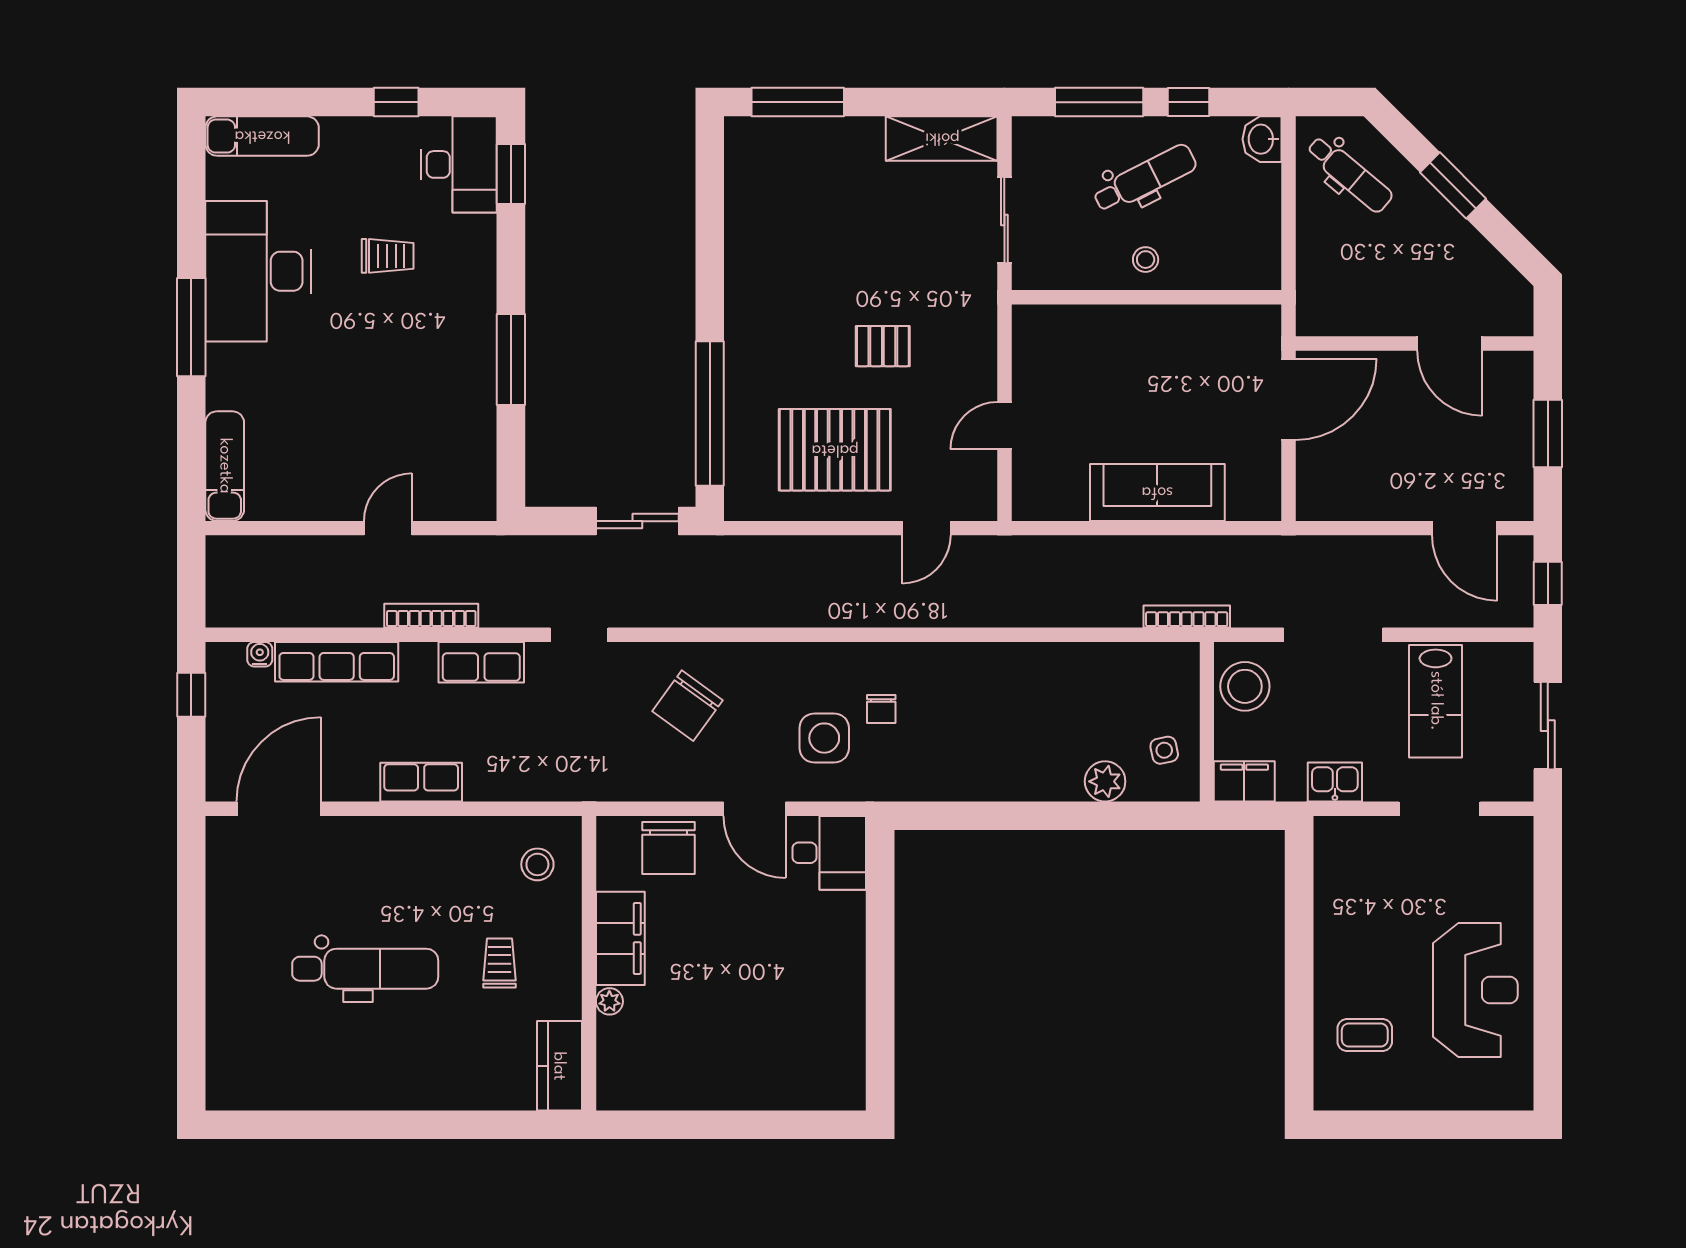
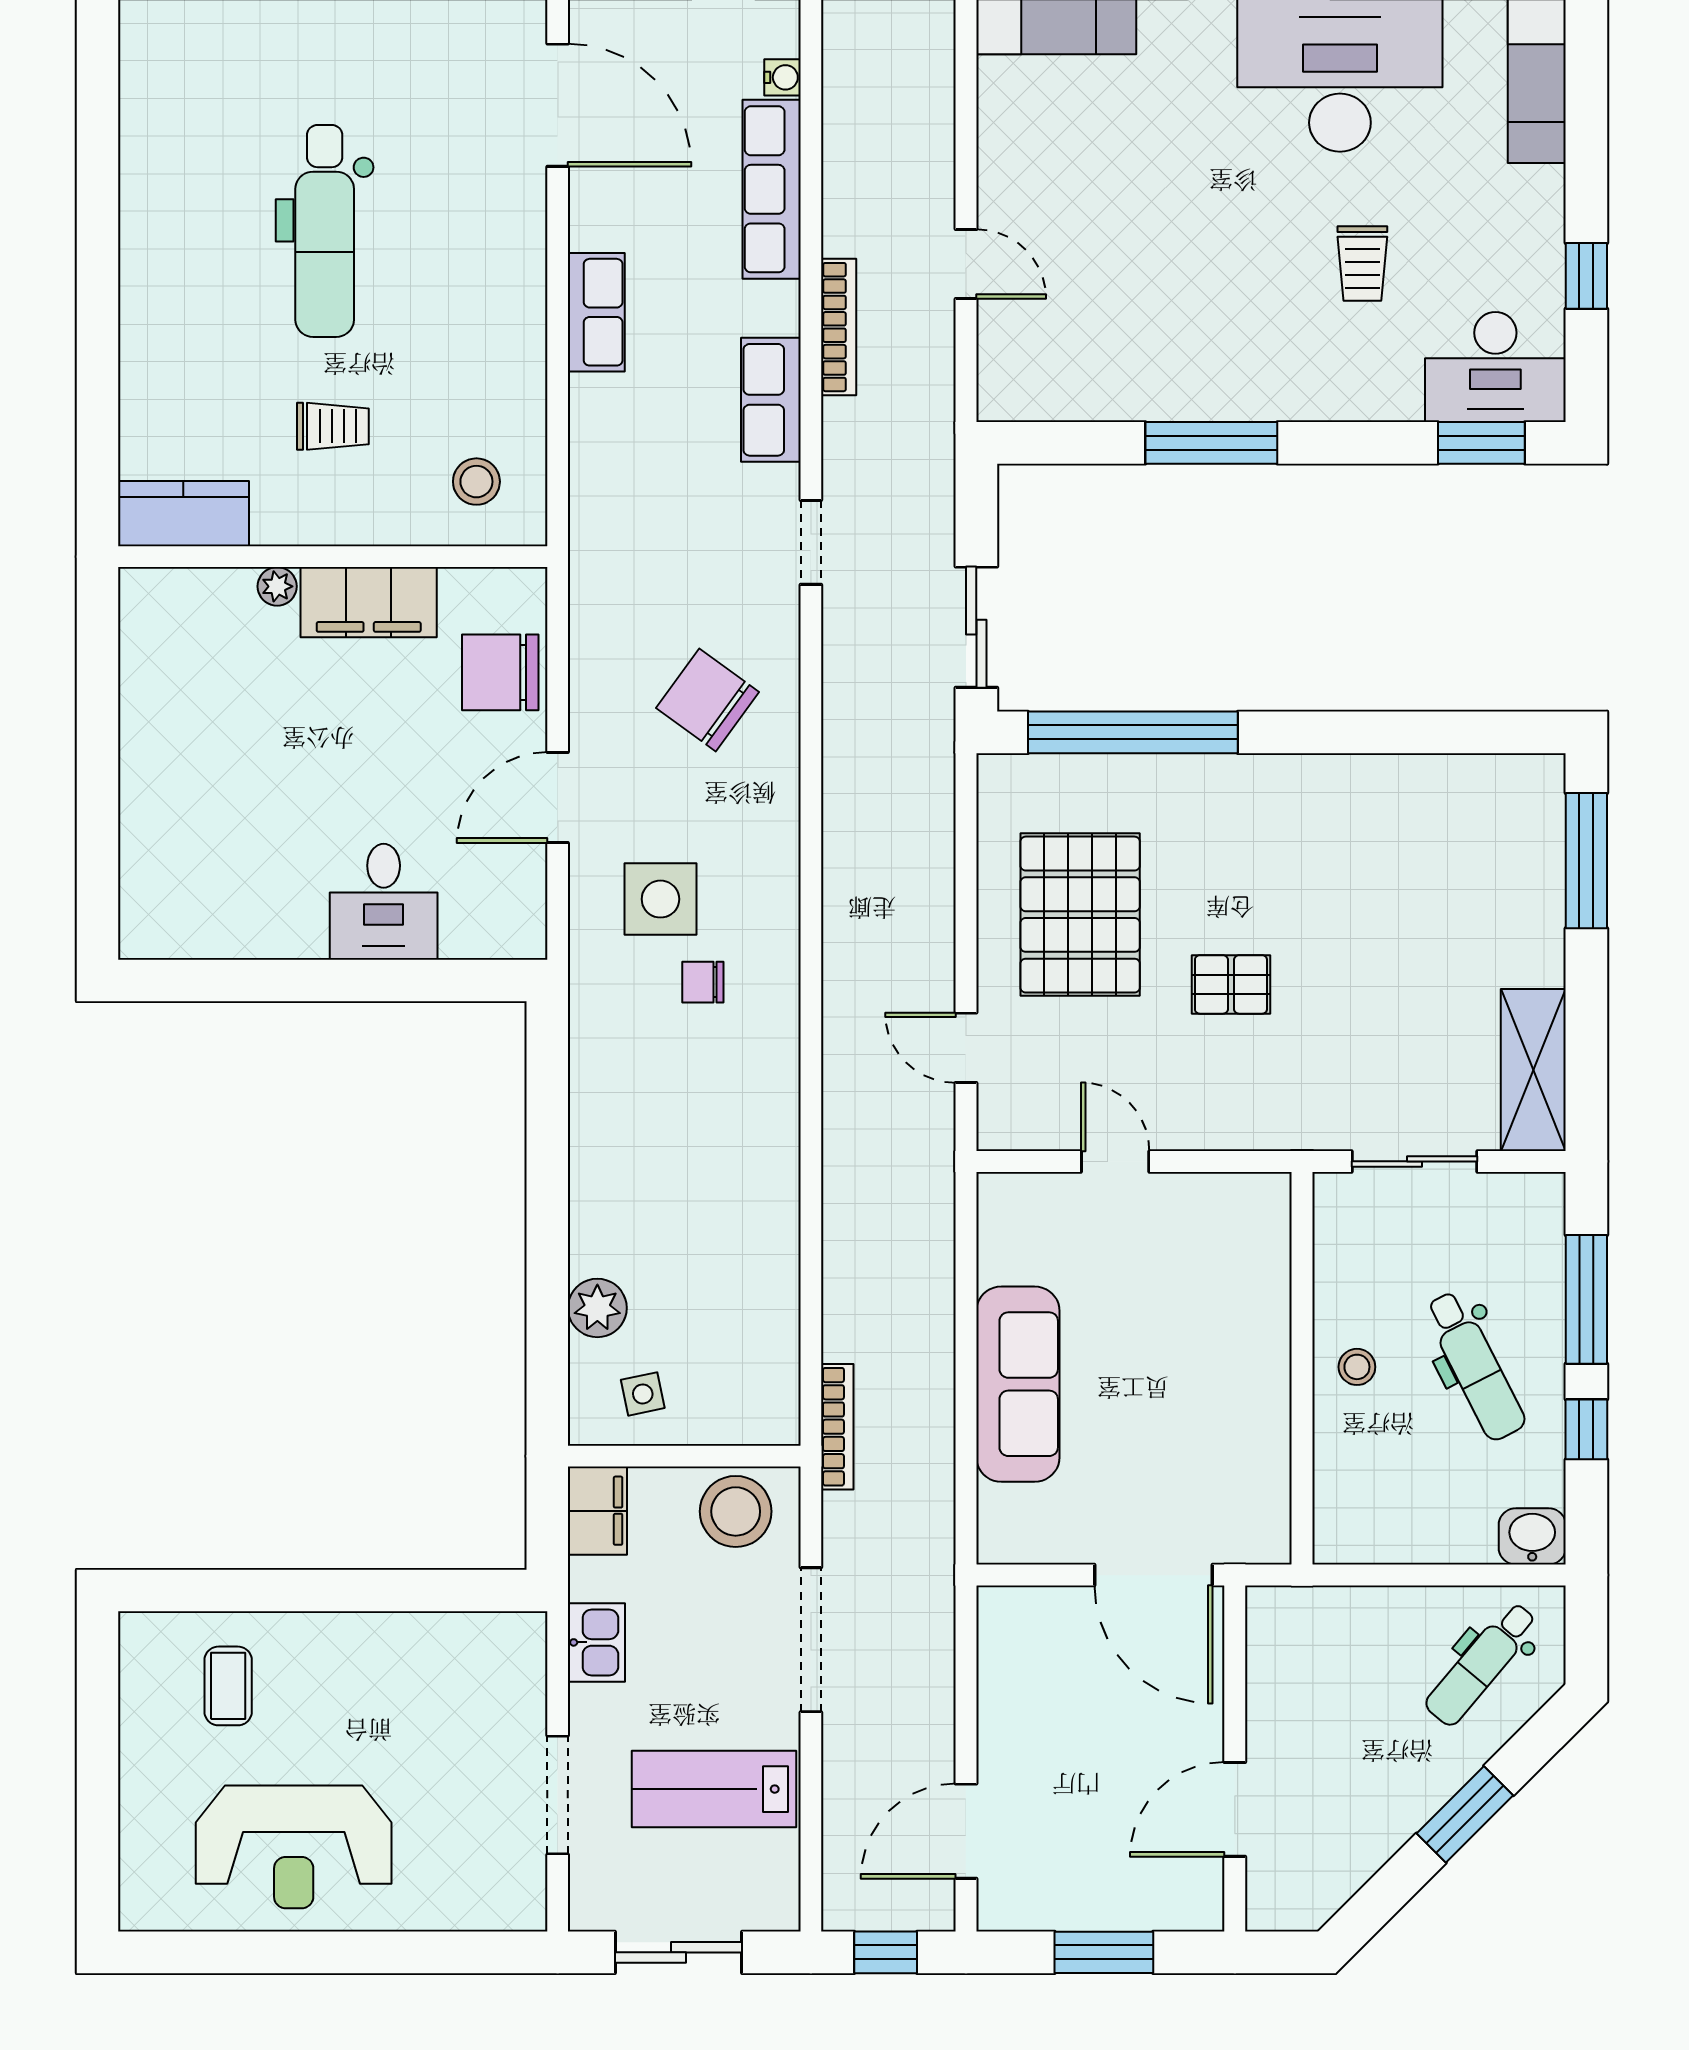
pallet: (883, 346) -> (1231, 984), turned 90
desk: (826, 853) -> (384, 902), moved

